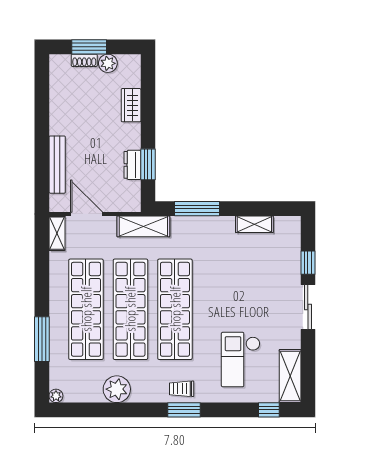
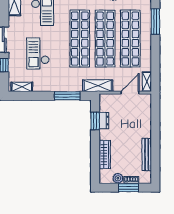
wardrobe: (131, 105) -> (105, 155), width x1.50
bench: (57, 165) -> (147, 155), moved
door: (87, 214) -> (130, 93), swing flipped
shelving: (254, 224) -> (22, 87), moved
checkout: (248, 283) -> (38, 54), added

